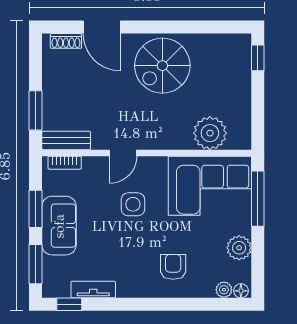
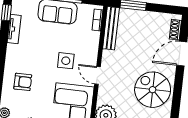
bench: (66, 141) -> (111, 28), width x1.36
door: (123, 153) -> (97, 75), moved

